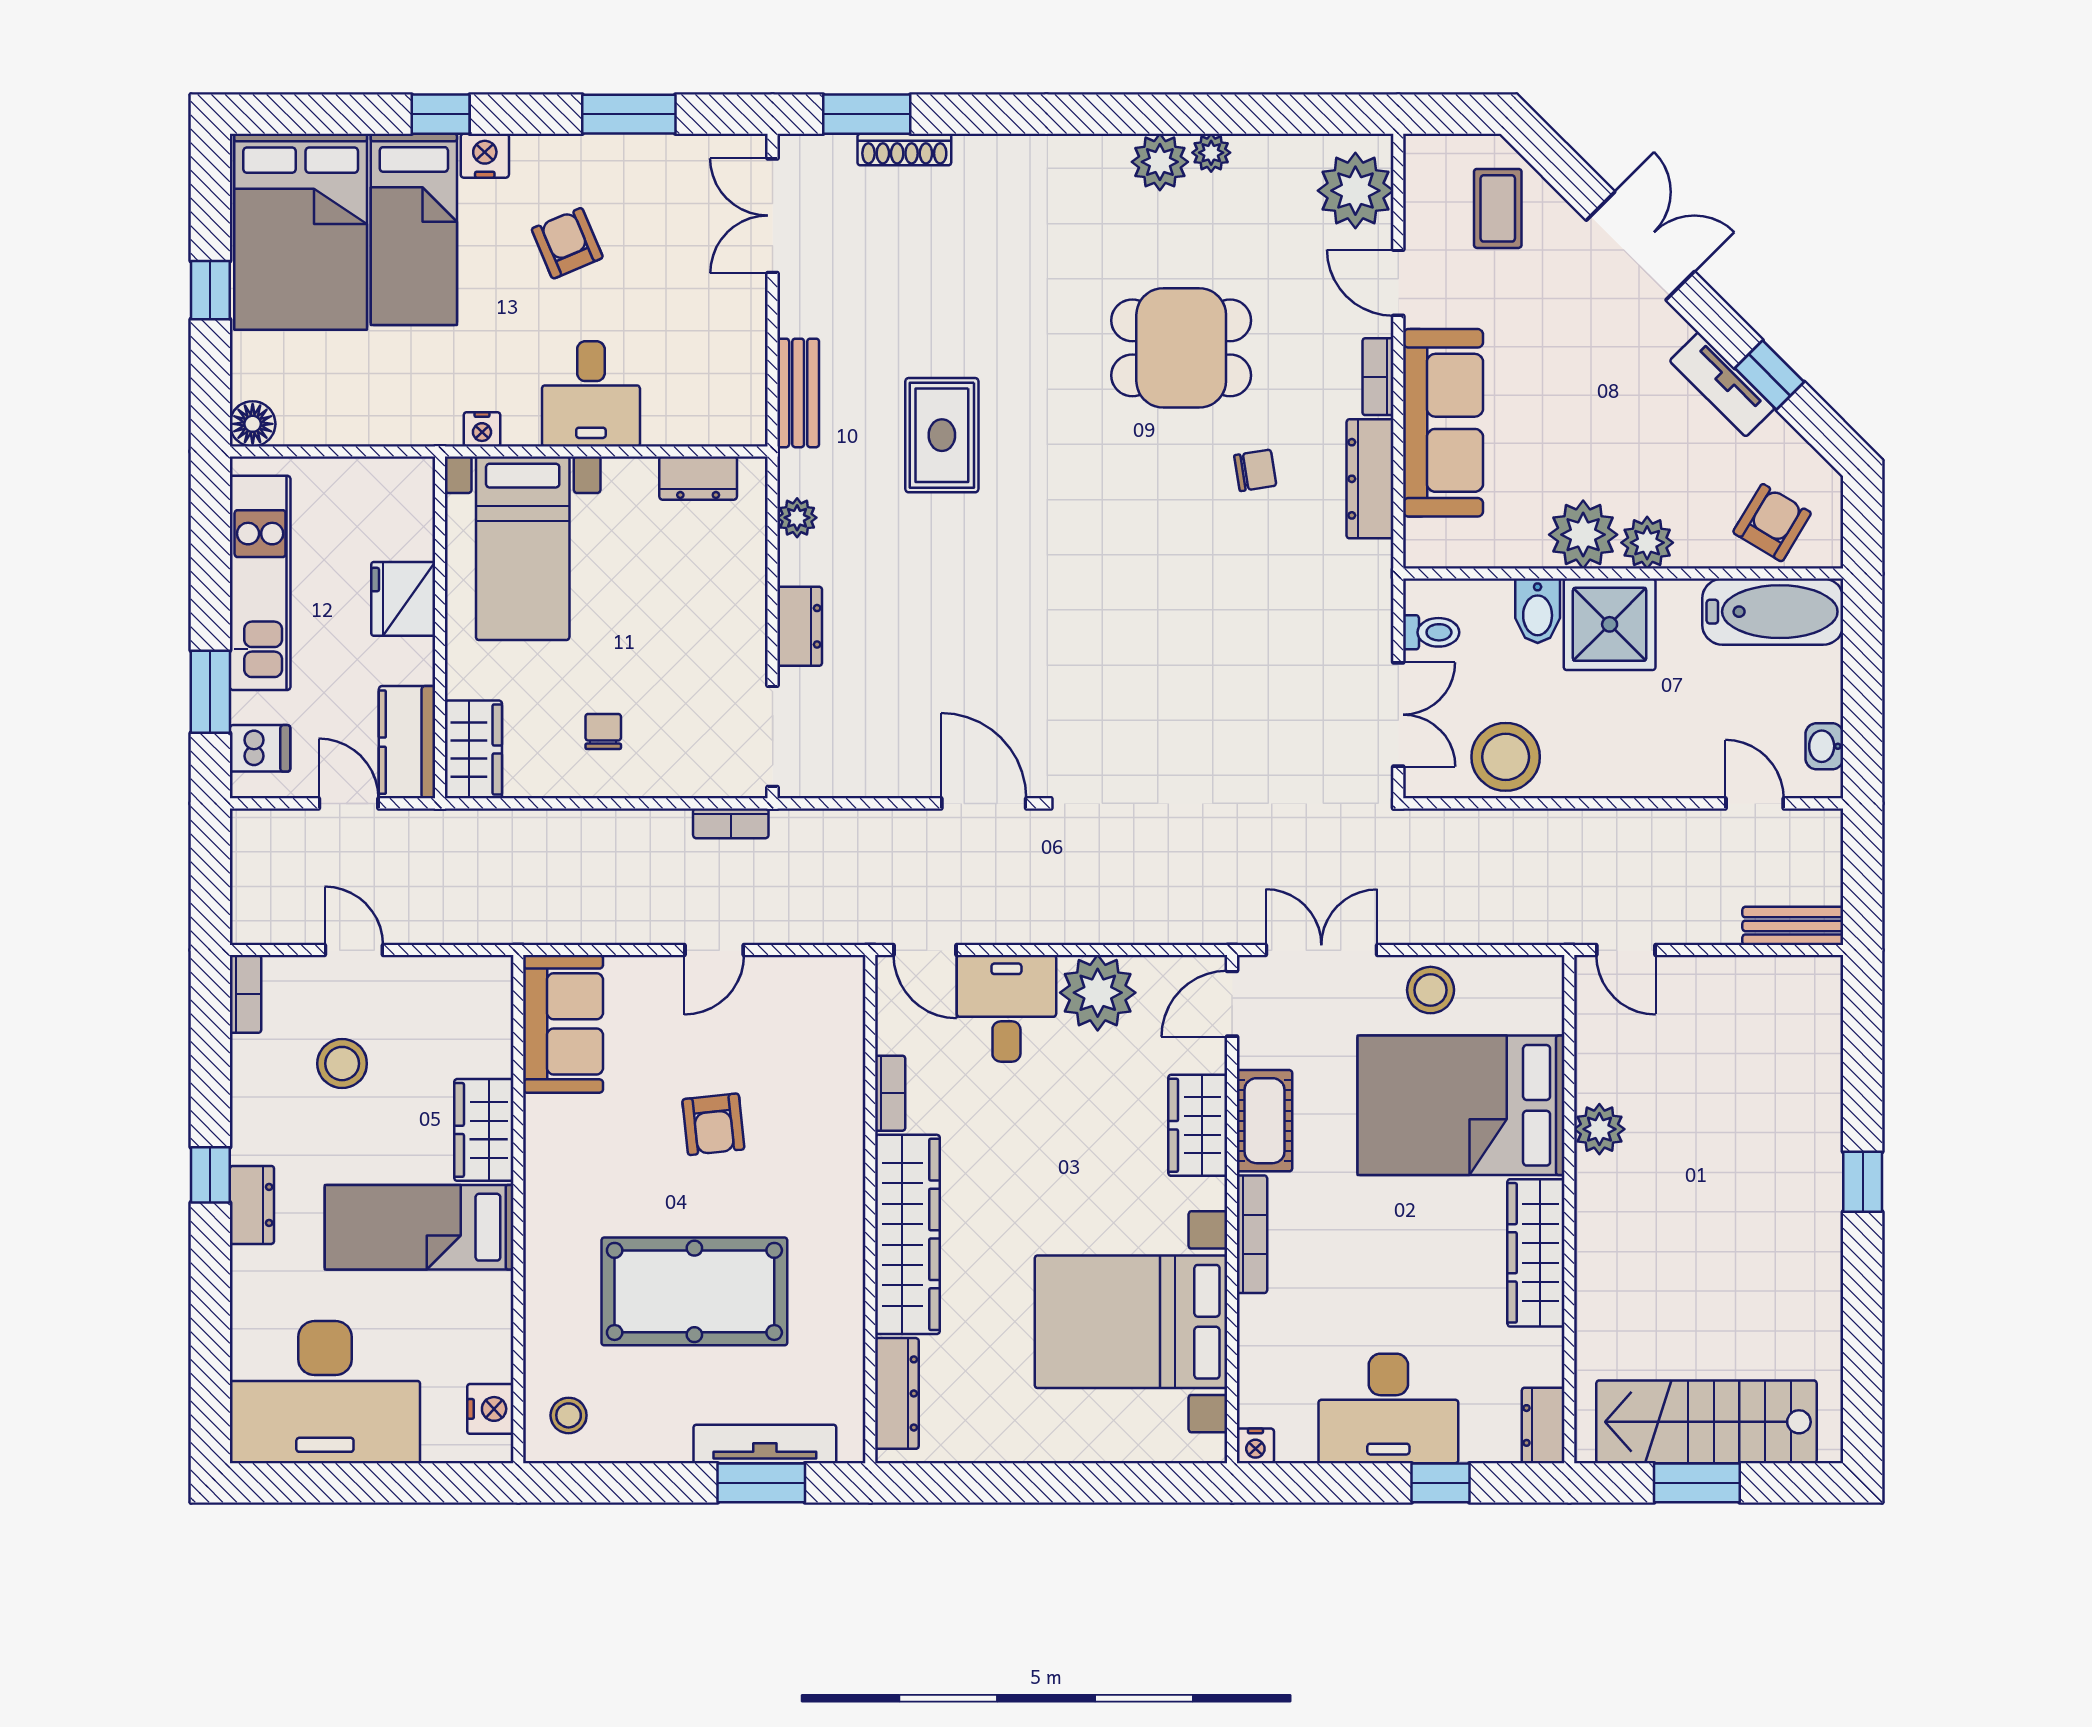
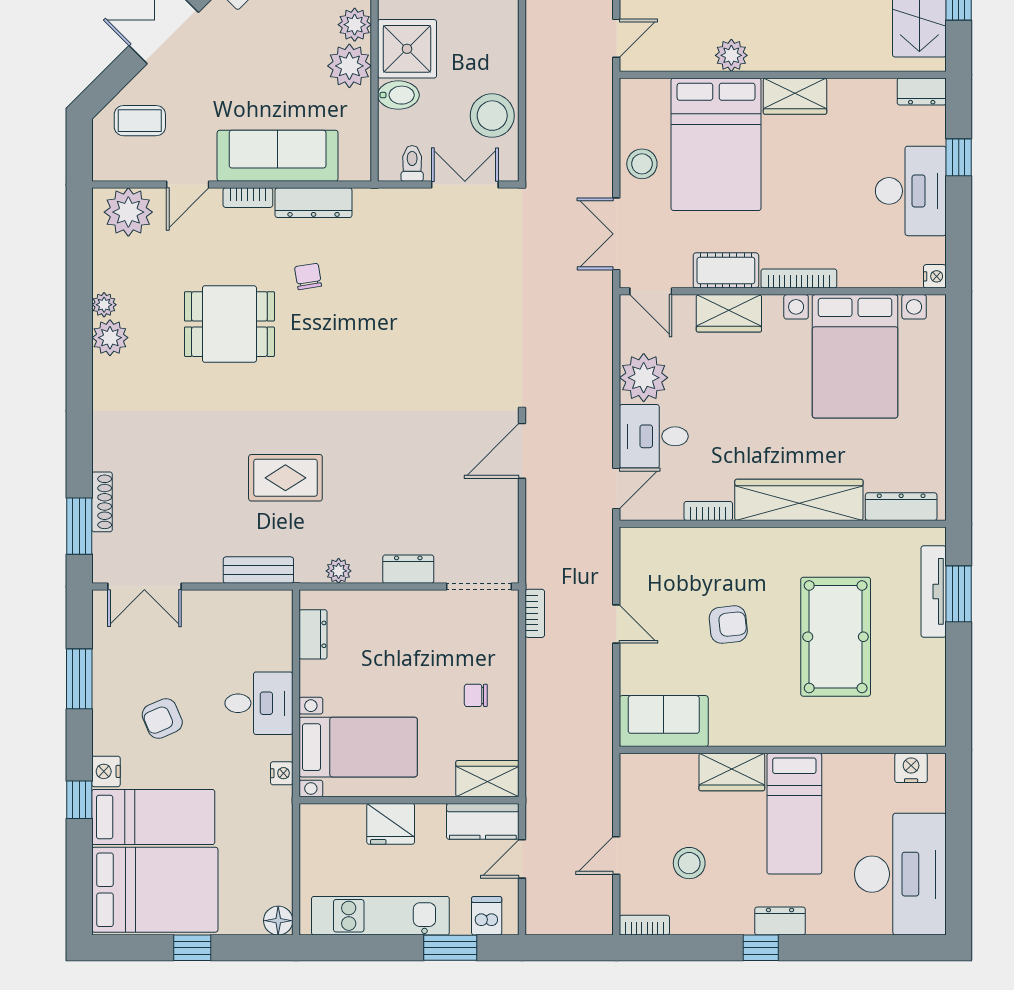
dining table: (1181, 348) -> (229, 324), turned 90
wardrobe: (1536, 1253) -> (795, 96), width x0.67
stool: (569, 1415) -> (915, 718), removed

